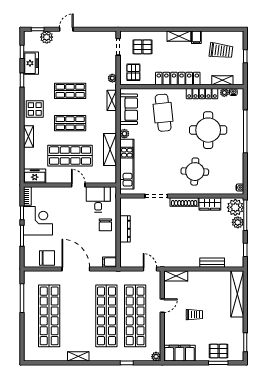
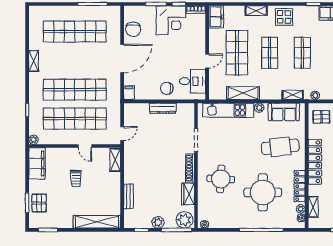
plant: (238, 222) -> (158, 222), moved

